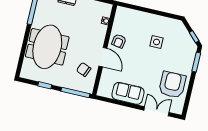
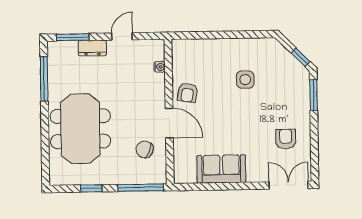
armchair: (172, 85) -> (286, 139), width x0.53, depth x0.53
double door: (156, 111) -> (289, 185), moved

